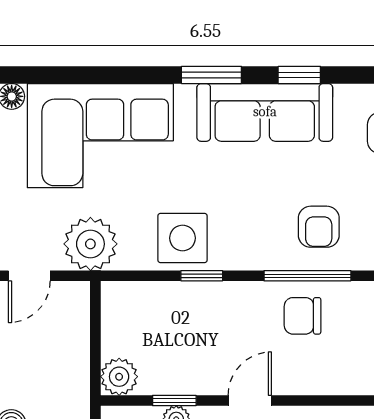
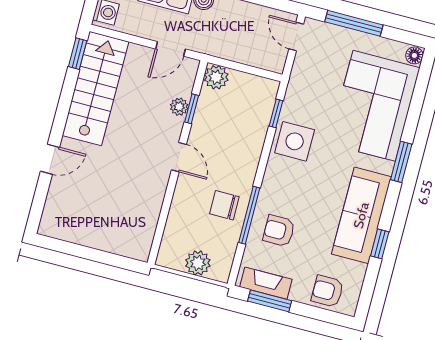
window: (211, 75) -> (401, 162), moved
plant: (90, 244) -> (306, 81), removed
window: (202, 276) -> (276, 113), moved
chair: (302, 316) -> (224, 205), turned -90

